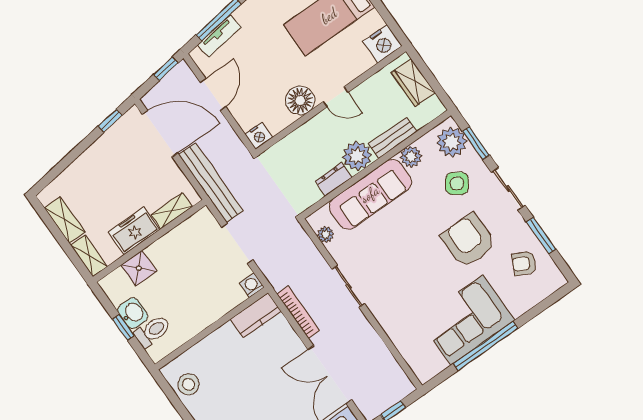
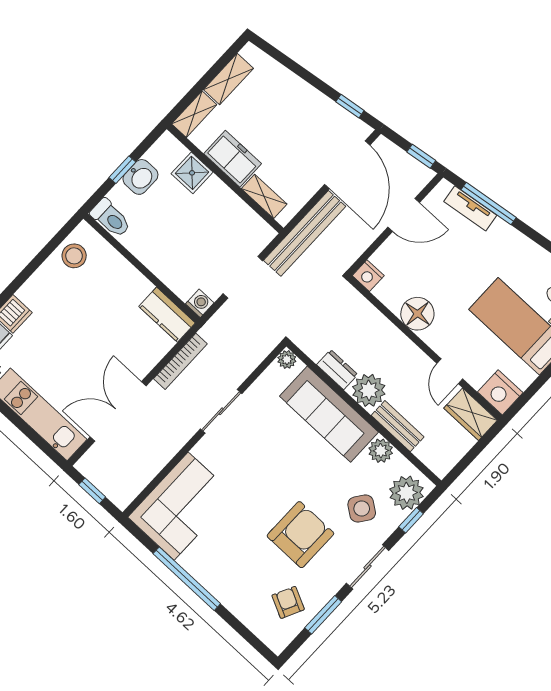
wardrobe: (413, 83) -> (471, 414), moved, turned -90
door: (335, 97) -> (450, 371), moved
window: (476, 143) -> (411, 520), width x0.67
plant: (326, 235) -> (287, 359), moved
corner sofa: (467, 320) -> (181, 506), moved, turned 90
toilet: (152, 331) -> (111, 218), moved

